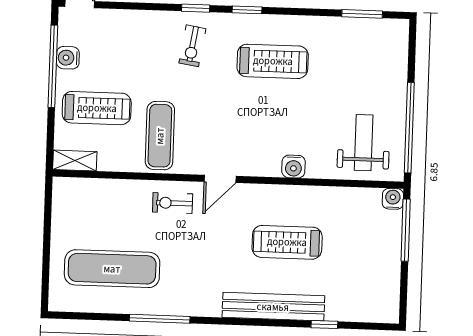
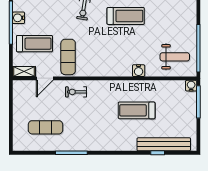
weight bench: (364, 143) -> (175, 57), turned 90
door: (220, 179) -> (45, 78), moved
exercise mat: (112, 269) -> (46, 127), width x0.73, depth x0.69
bench: (273, 307) -> (164, 144), moved

